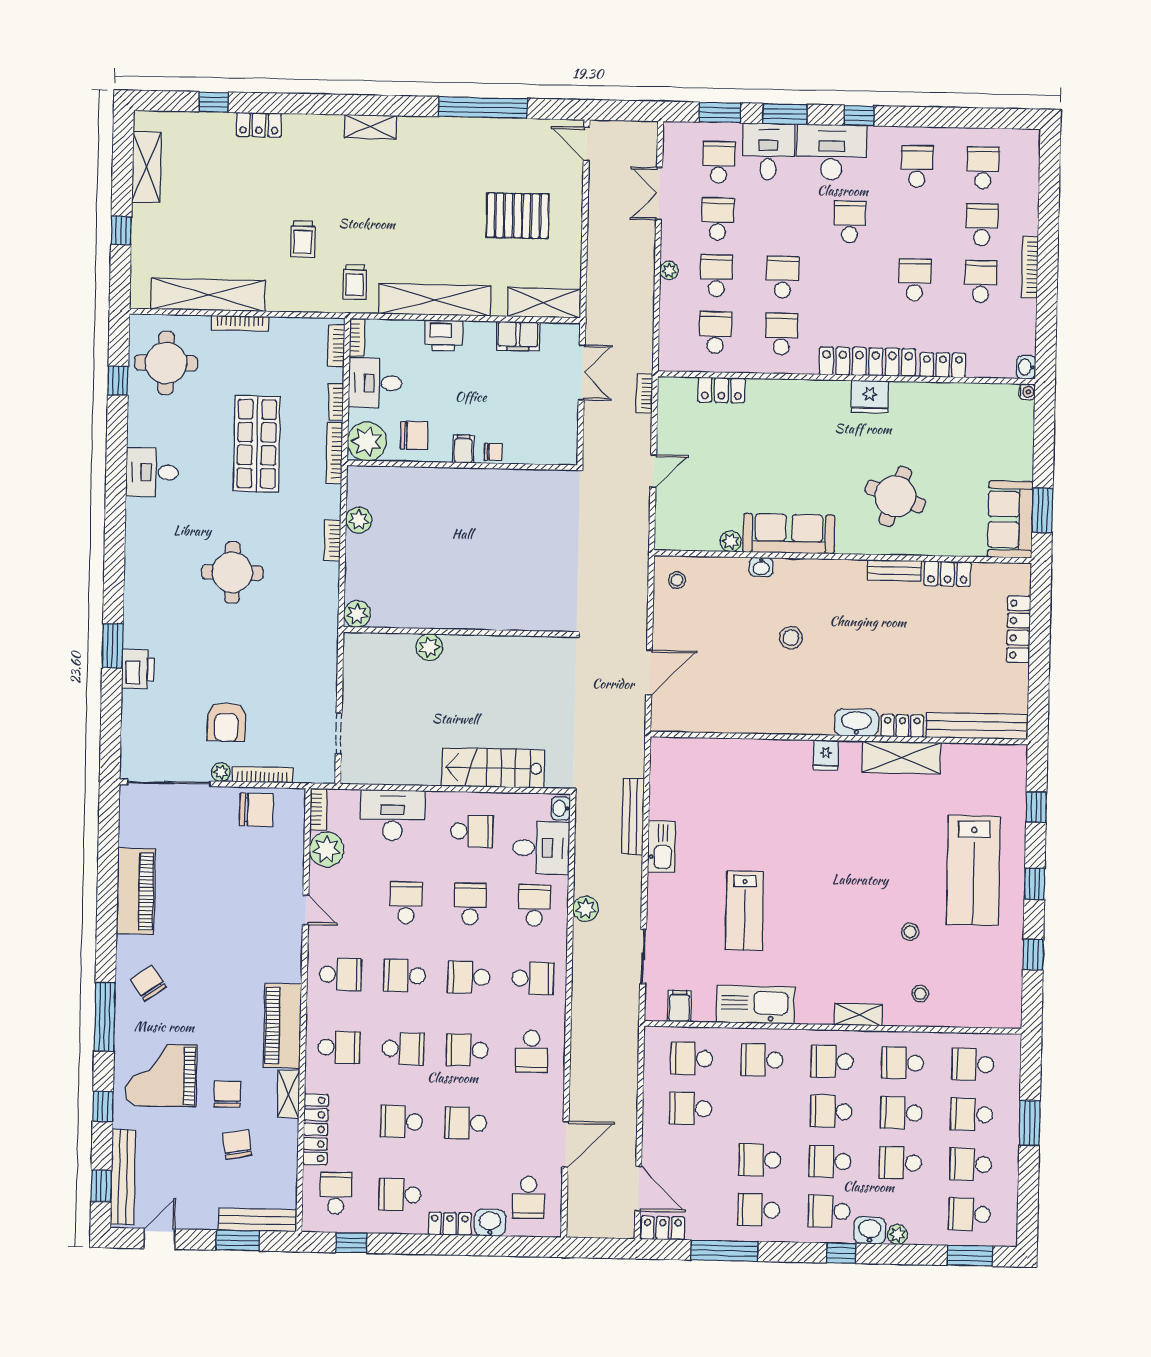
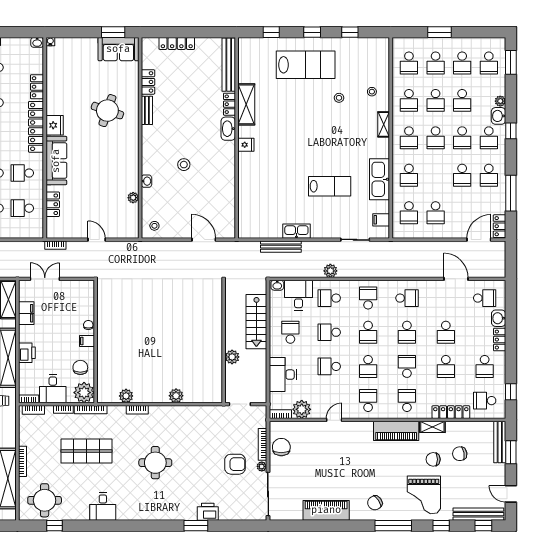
sofa: (789, 534) -> (56, 161), moved, turned 180
wall: (459, 632) -> (224, 341), moved
plant: (429, 647) -> (232, 357), moved

